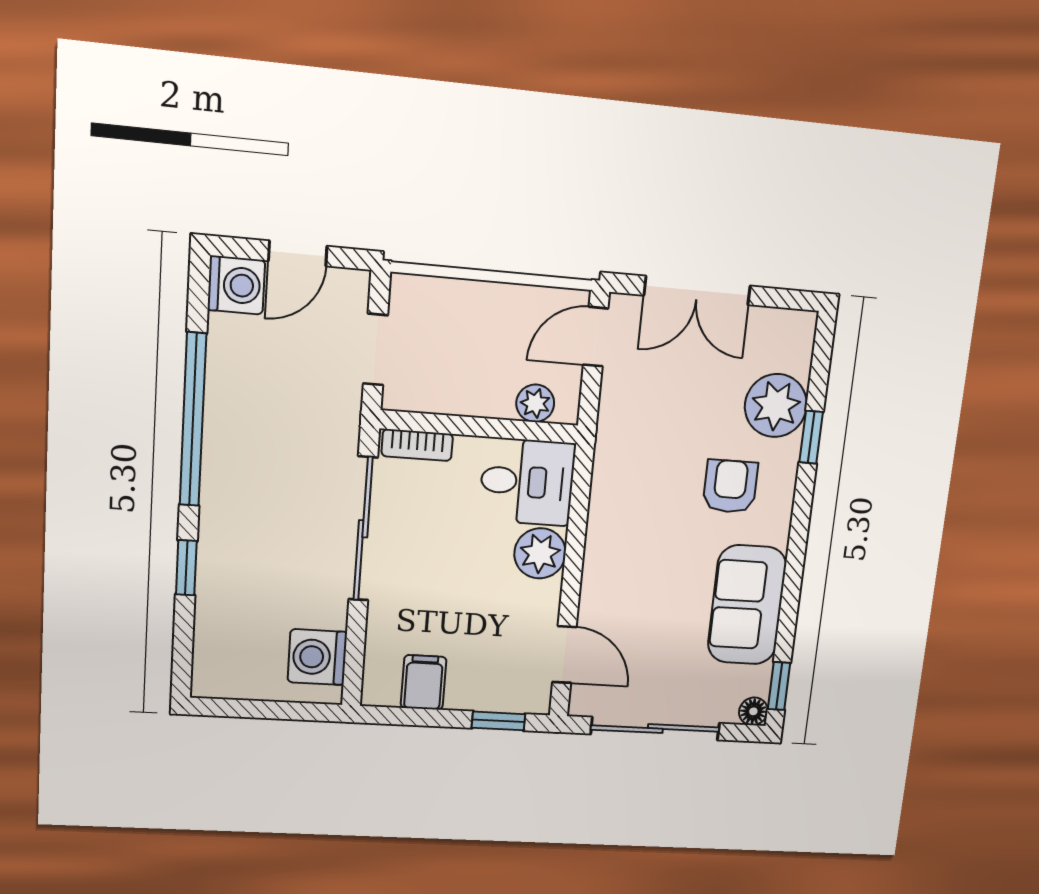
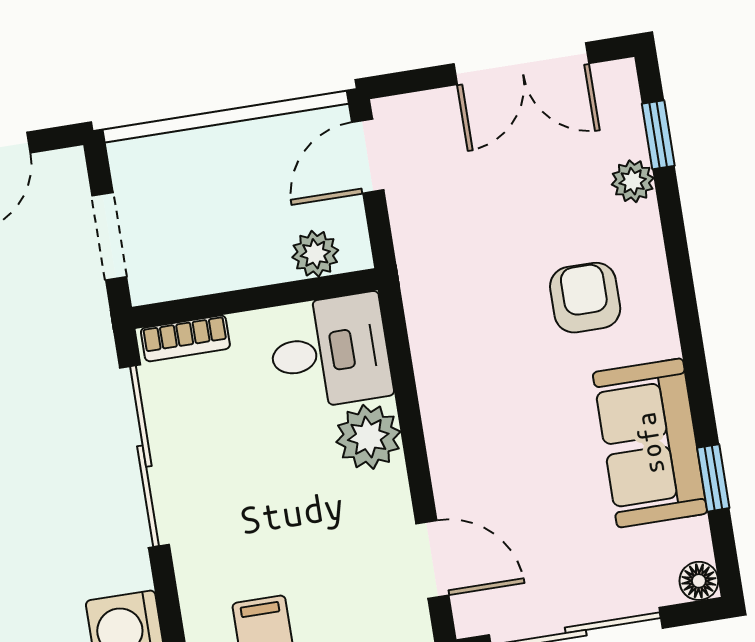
double door: (697, 291) -> (521, 64), moved
plant: (776, 406) -> (633, 181), width x0.53, depth x0.53
window: (811, 437) -> (658, 135), moved
window: (779, 686) -> (713, 478), moved

